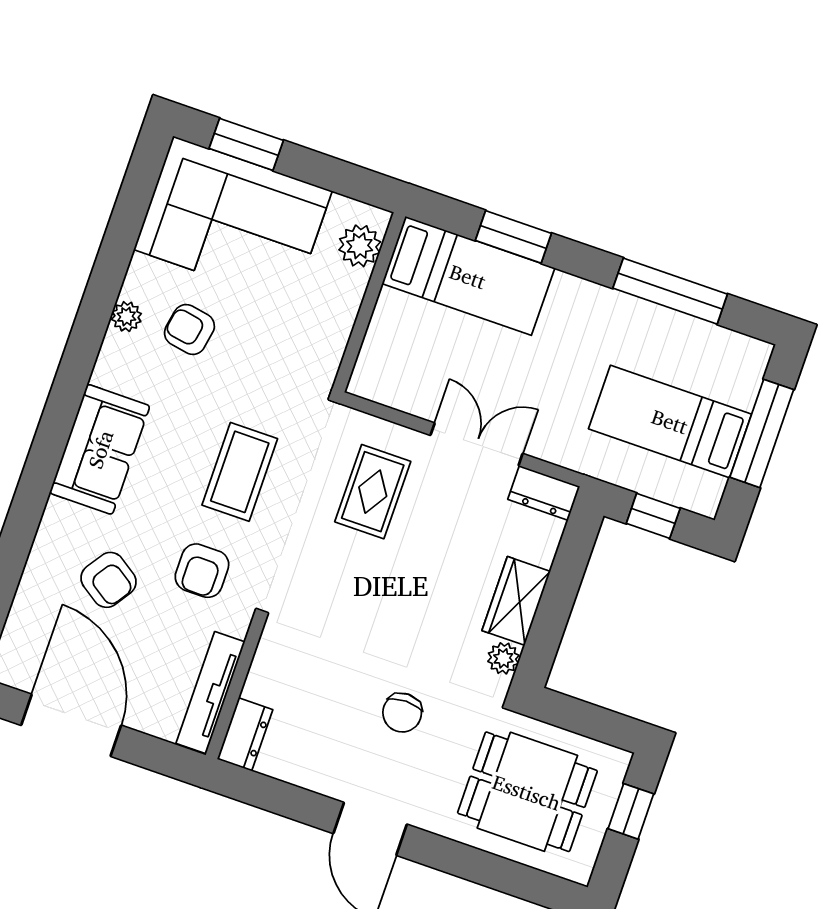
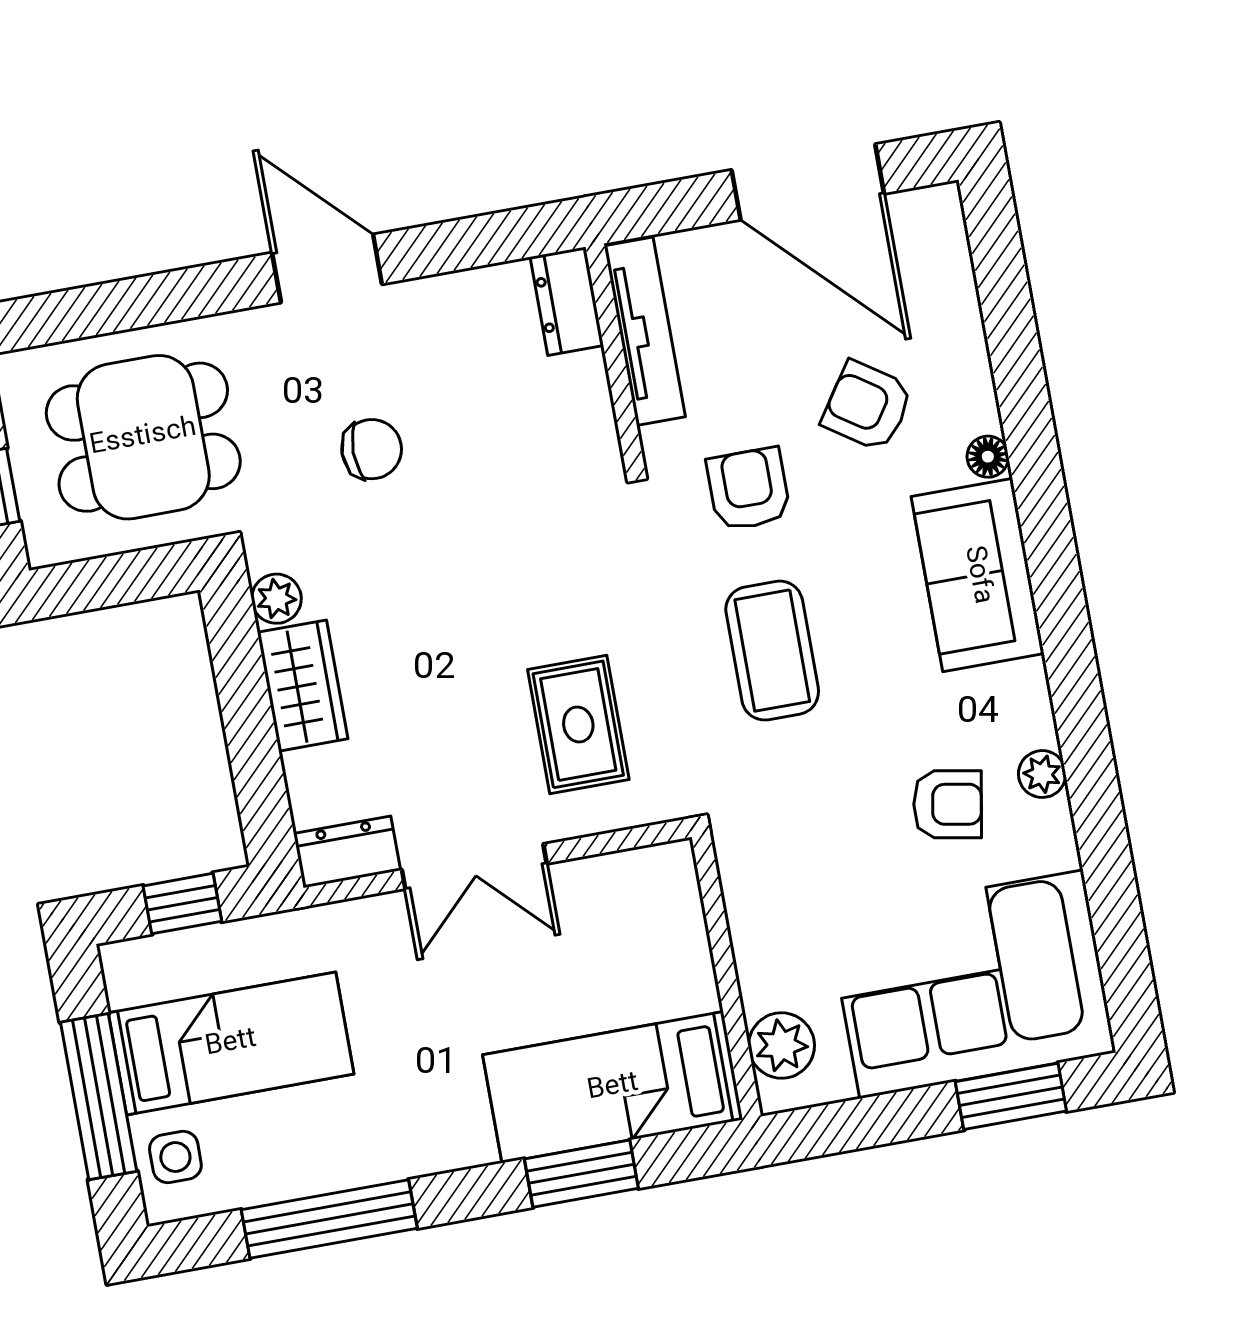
side table: (737, 375) -> (175, 1157), added
floor lamp: (56, 513) -> (988, 457), added
chair: (402, 713) -> (372, 449), turned 90

